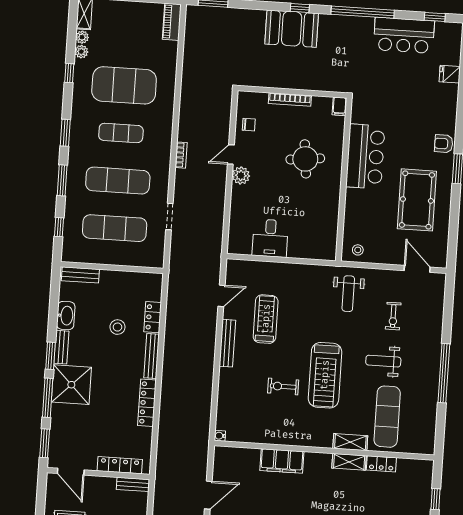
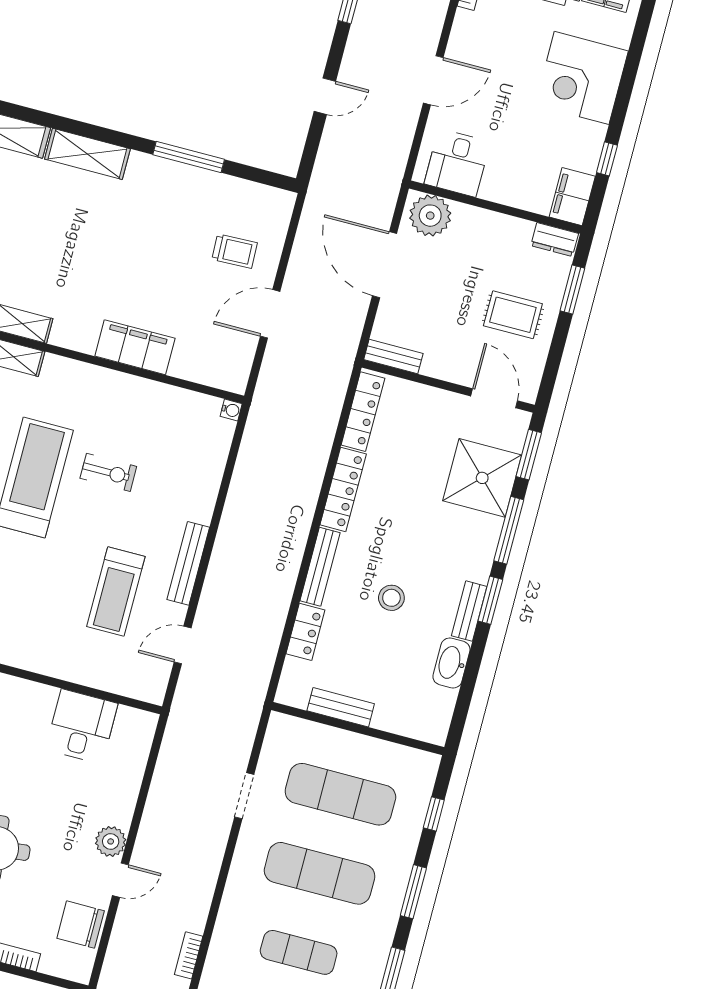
chair: (249, 125) -> (81, 925), width x1.87, depth x1.87
bookcase: (181, 155) -> (189, 955), moved
bench: (80, 275) -> (341, 707), moved
stool: (117, 327) -> (391, 598), moved
shower: (71, 385) -> (482, 478), moved
locker: (120, 465) -> (363, 412), moved, turned -90

